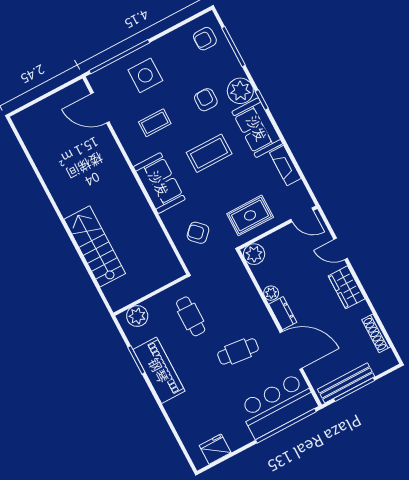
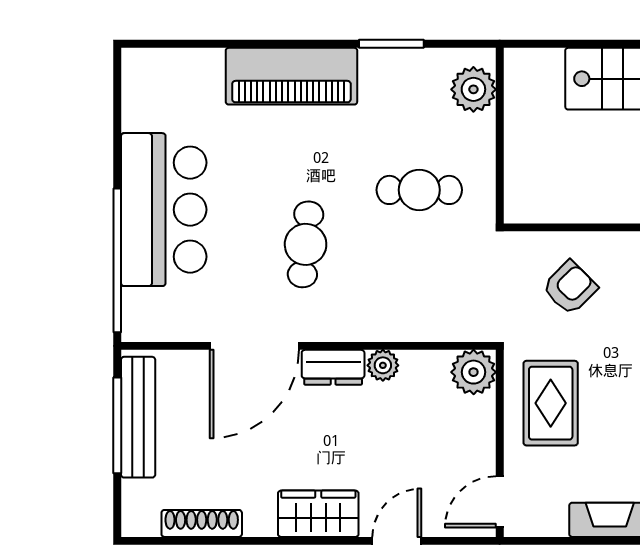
piano: (159, 370) -> (291, 76), moved
bar counter: (278, 405) -> (164, 210), moved
fridge: (215, 449) -> (144, 103), removed

